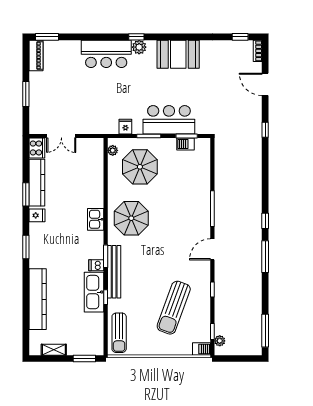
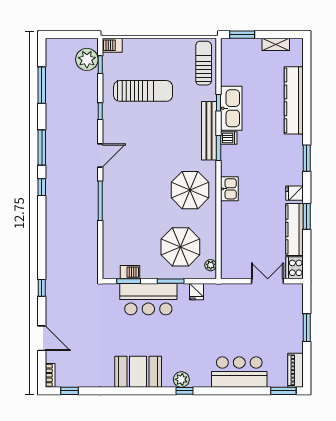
bar counter: (106, 54) -> (239, 372), moved
sun lounger: (174, 308) -> (143, 91), turned 70
window: (265, 331) -> (42, 85), moved
plant: (220, 341) -> (87, 59), width x1.88, depth x1.88

